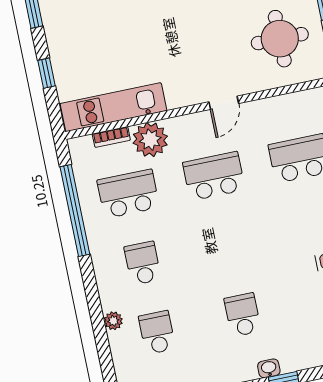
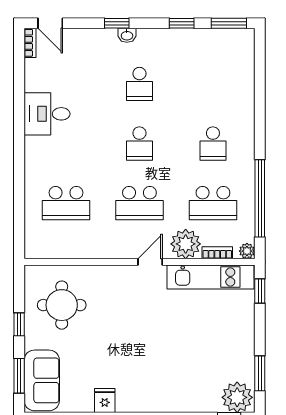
window: (46, 73) -> (260, 291), moved
door: (224, 103) -> (150, 262), moved
plant: (113, 321) -> (247, 251), moved
school desk: (157, 332) -> (139, 143), moved

